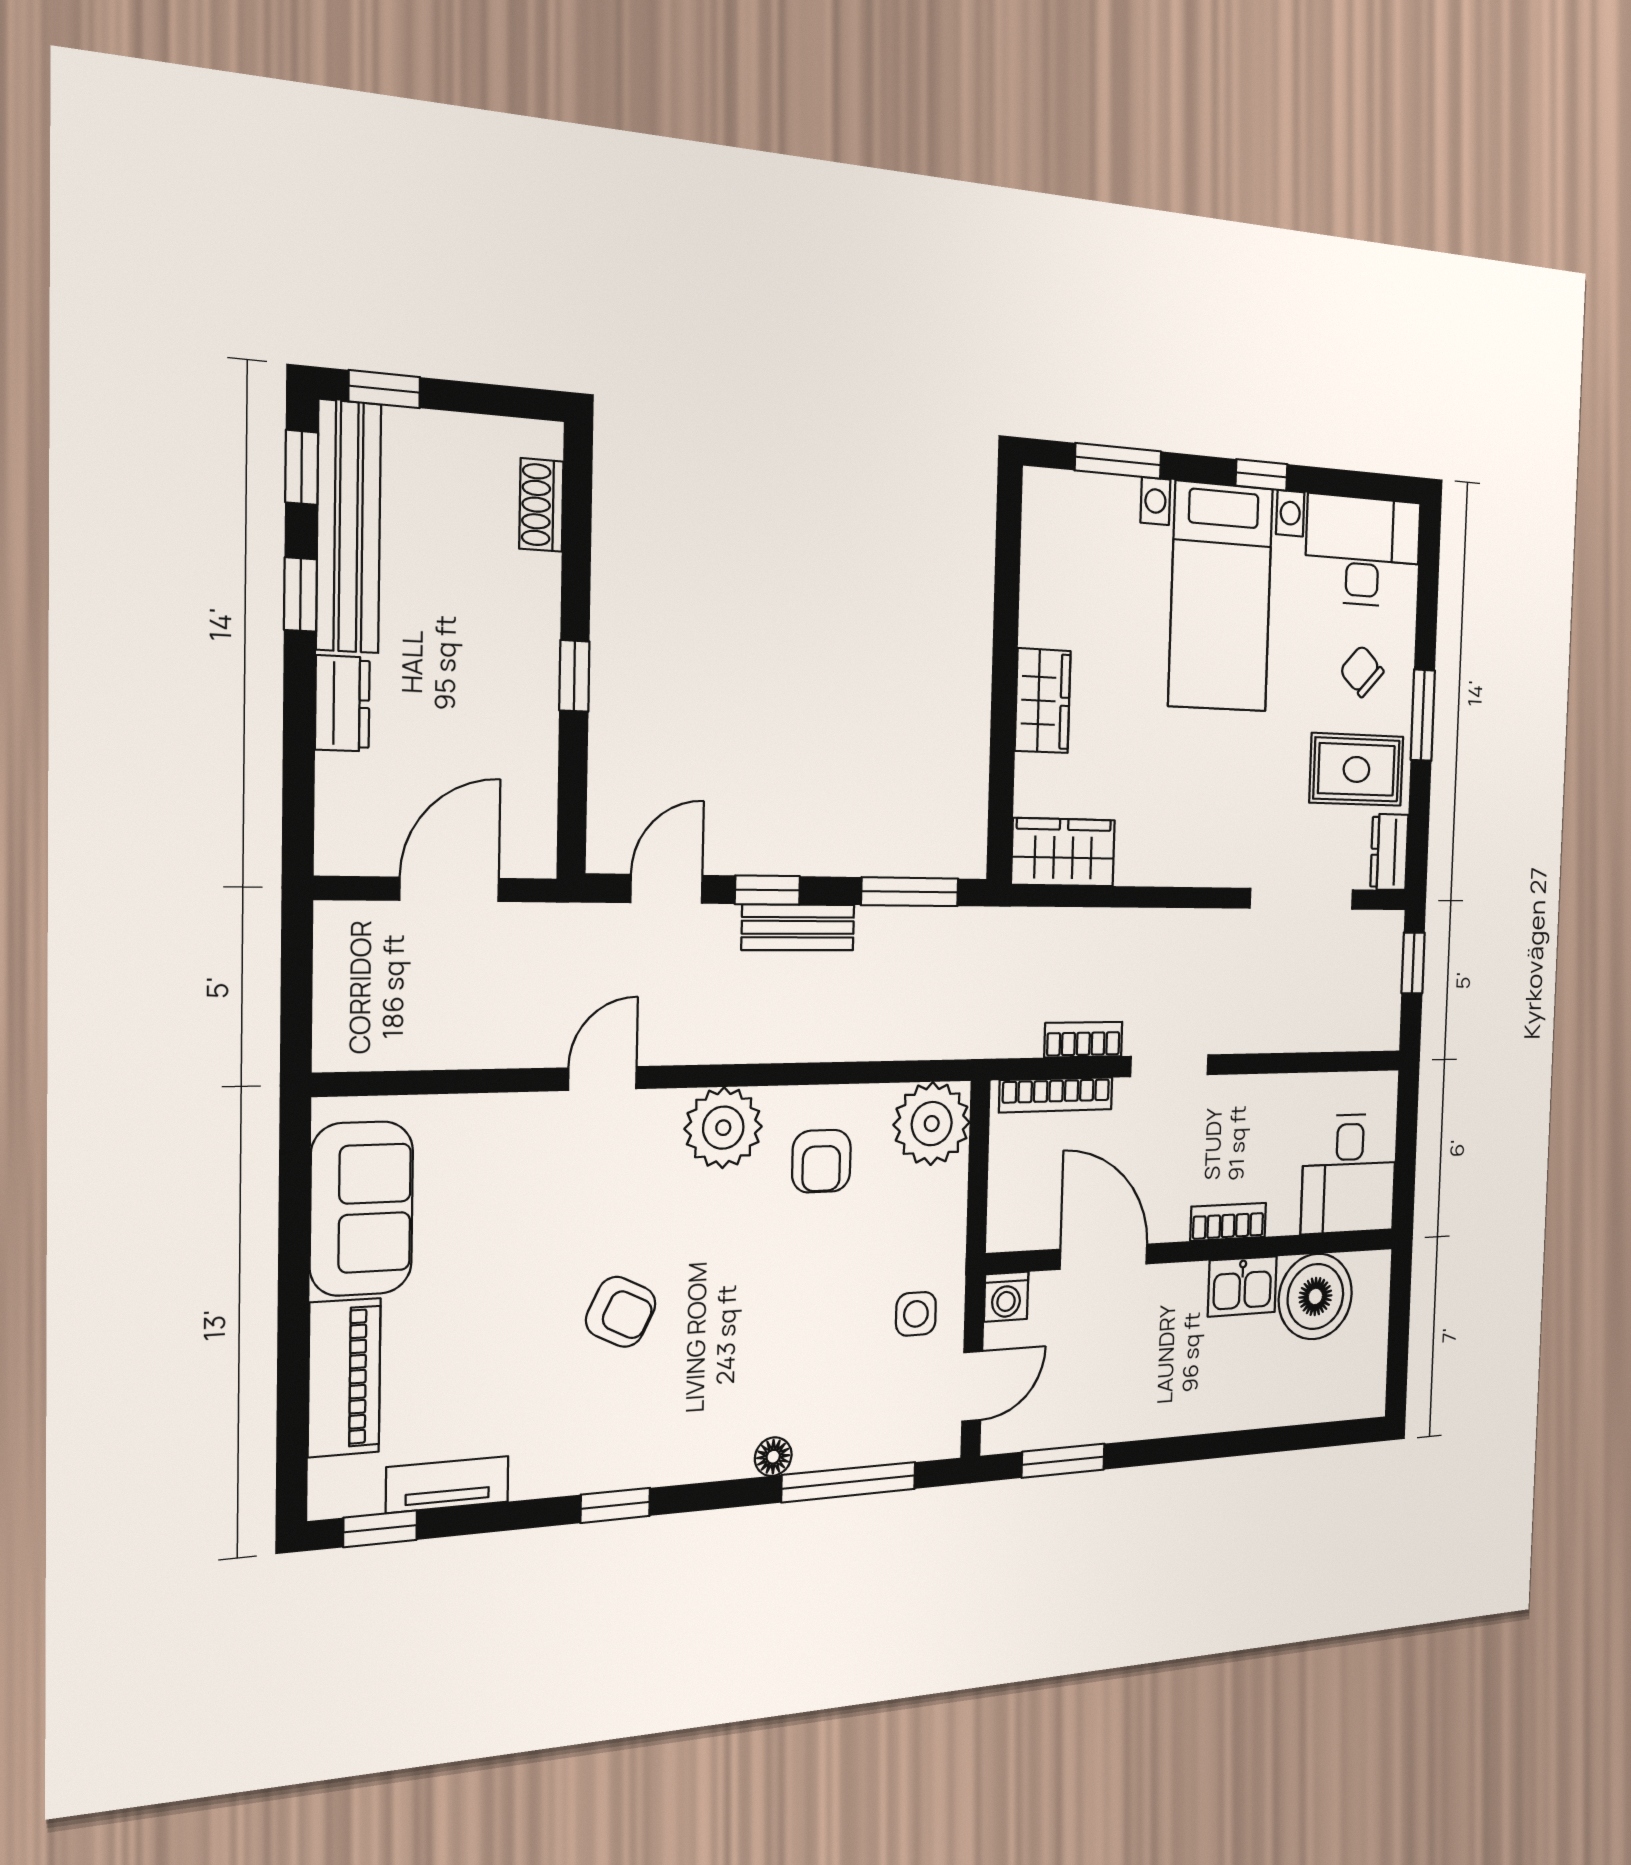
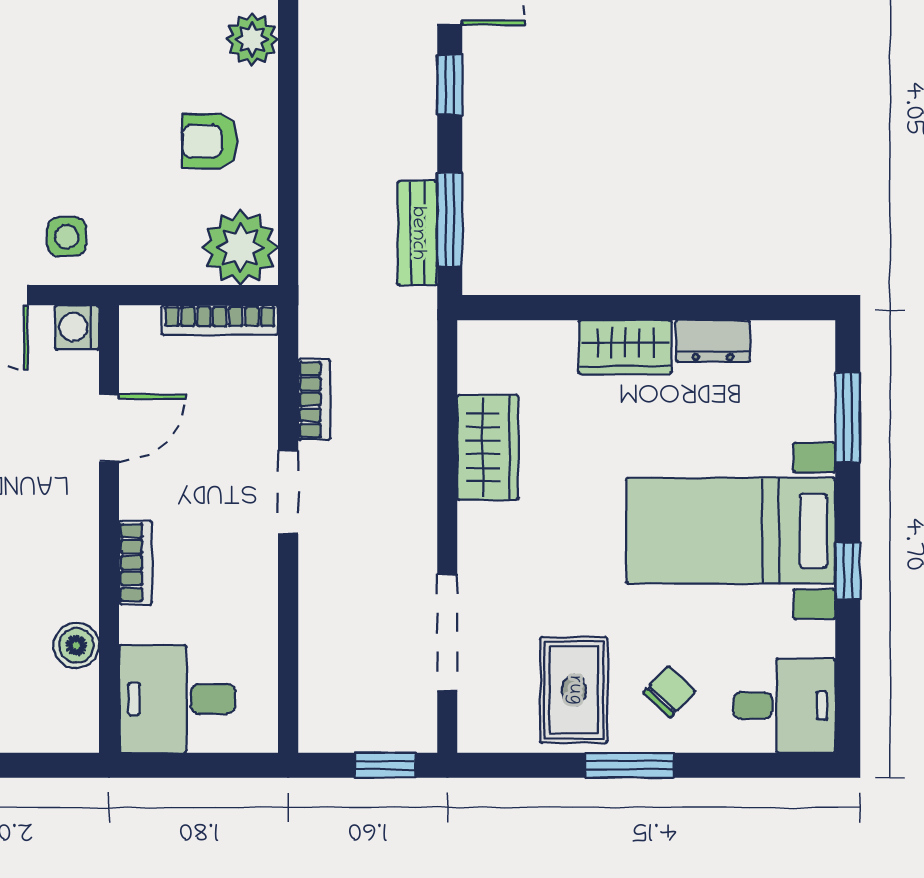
desk: (1363, 551) -> (784, 706), width x0.73
wardrobe: (1063, 852) -> (488, 447), moved
dresser: (1389, 852) -> (713, 341), moved, turned 180
bench: (798, 927) -> (417, 233), moved
bookcase: (1056, 1095) -> (220, 320), moved, turned -90
plant: (723, 1128) -> (252, 39), width x0.73, depth x0.73
door: (1104, 1257) -> (109, 428), width x0.73
kitchen sink: (1242, 1286) -> (72, 581), removed
boiler: (1315, 1296) -> (76, 645), width x0.54, depth x0.54

